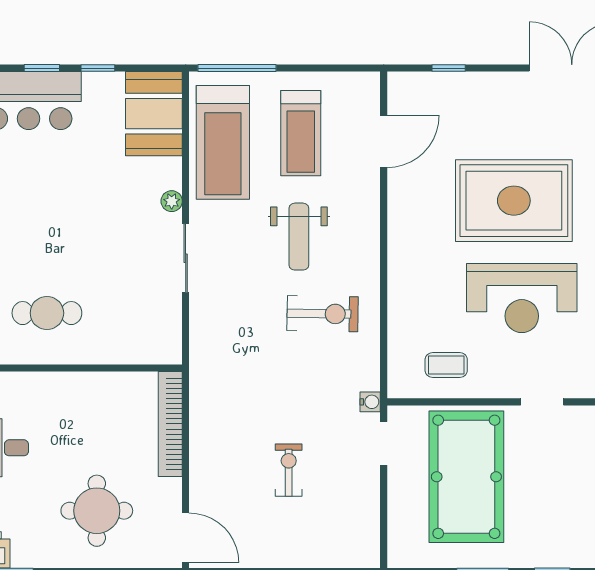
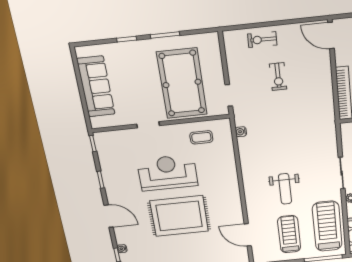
door: (384, 141) -> (248, 235), hinge flipped
weight bench: (299, 237) -> (285, 189), turned 180
exercise bike: (323, 314) -> (262, 40), moved, width x0.73, depth x0.72
water cooler: (370, 402) -> (241, 132), moved

